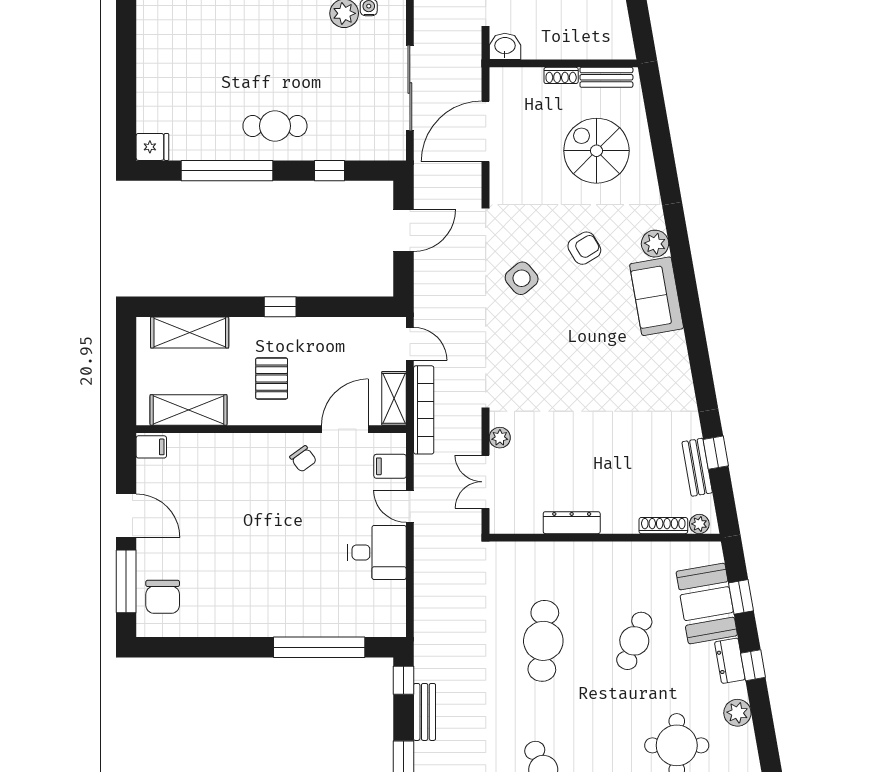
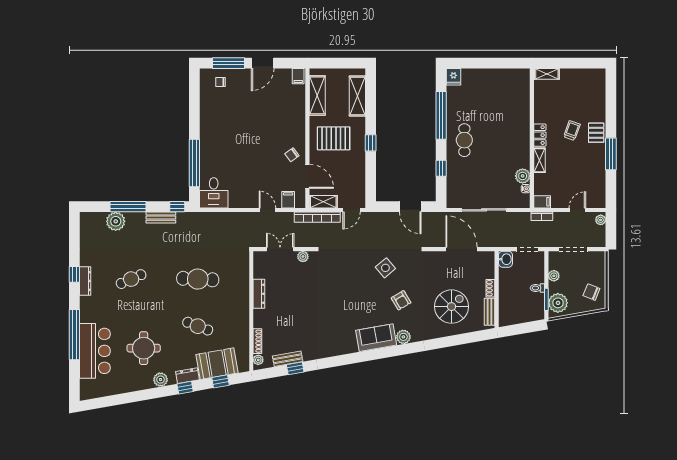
pallet: (272, 378) -> (334, 138), width x1.50, depth x1.42
door: (410, 506) -> (267, 210), hinge flipped
desk: (377, 552) -> (214, 193), moved
chair: (163, 597) -> (221, 82), width x0.54, depth x0.54

